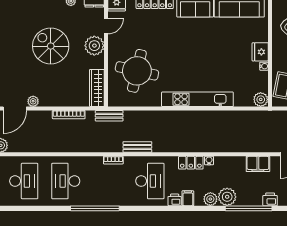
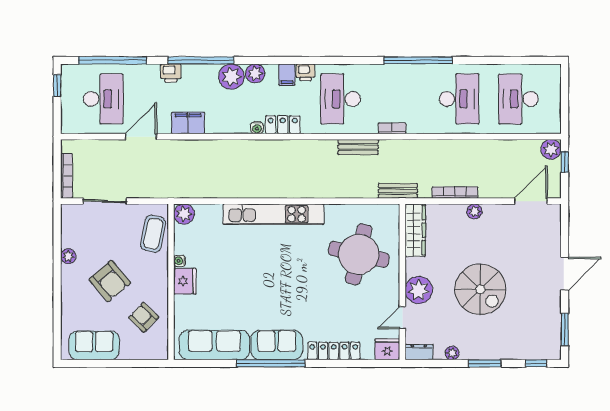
plant: (33, 101) -> (474, 211), moved

